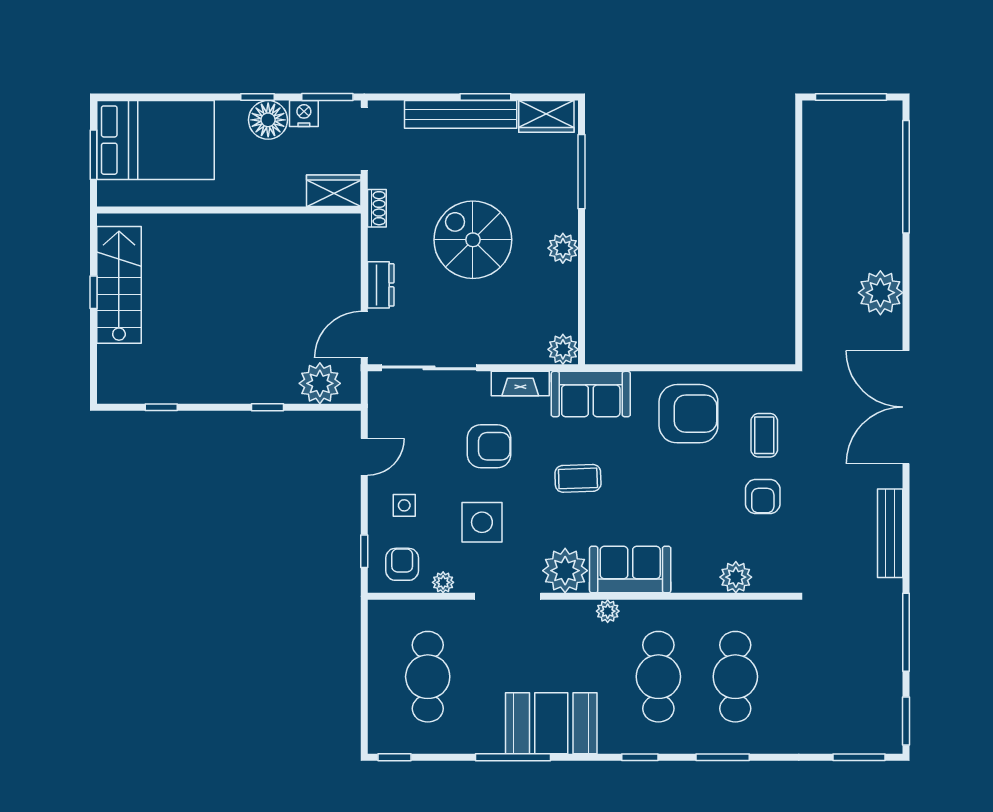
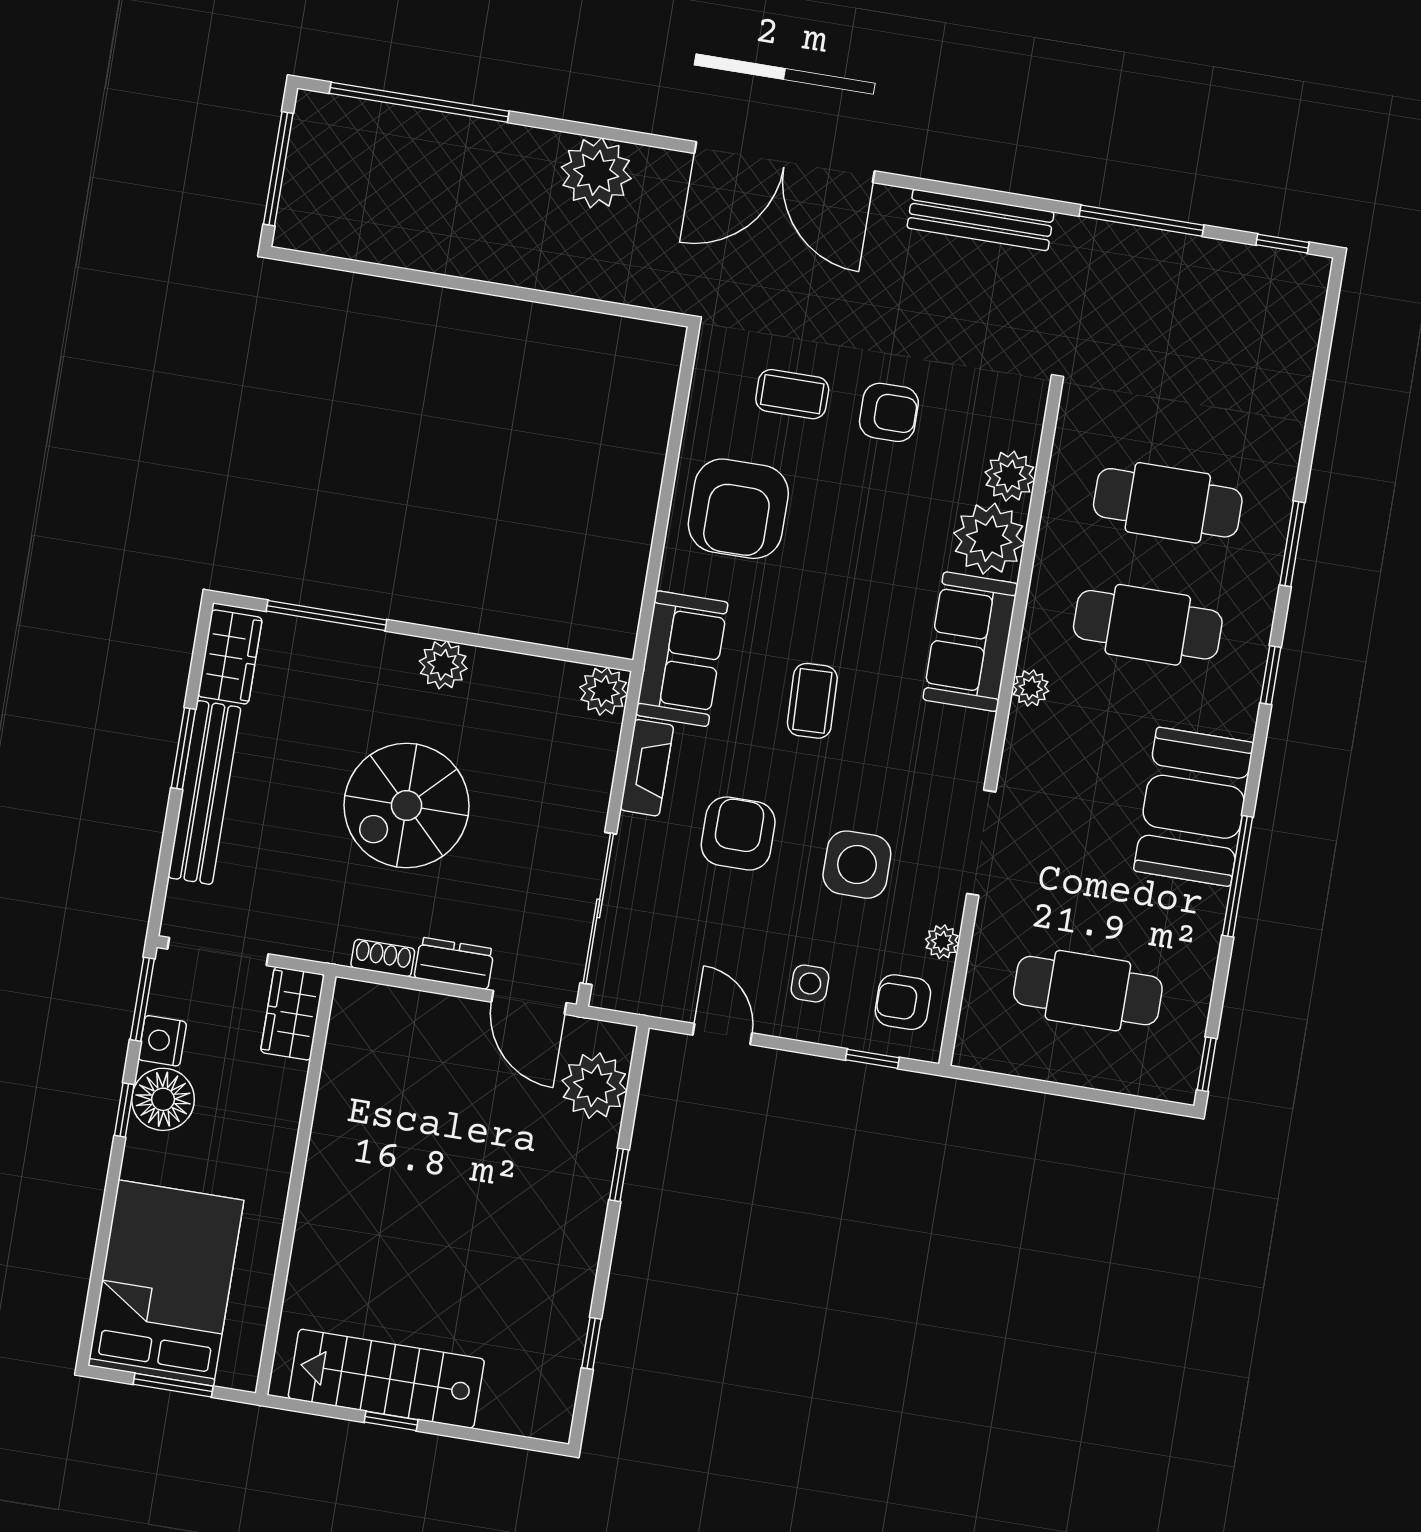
shoe rack: (377, 208) -> (383, 958), moved
armchair: (688, 414) -> (738, 509), turned 180
plant: (565, 571) -> (989, 539), moved
window: (906, 721) -> (1282, 244), width x0.67
window: (859, 757) -> (1327, 327), removed

